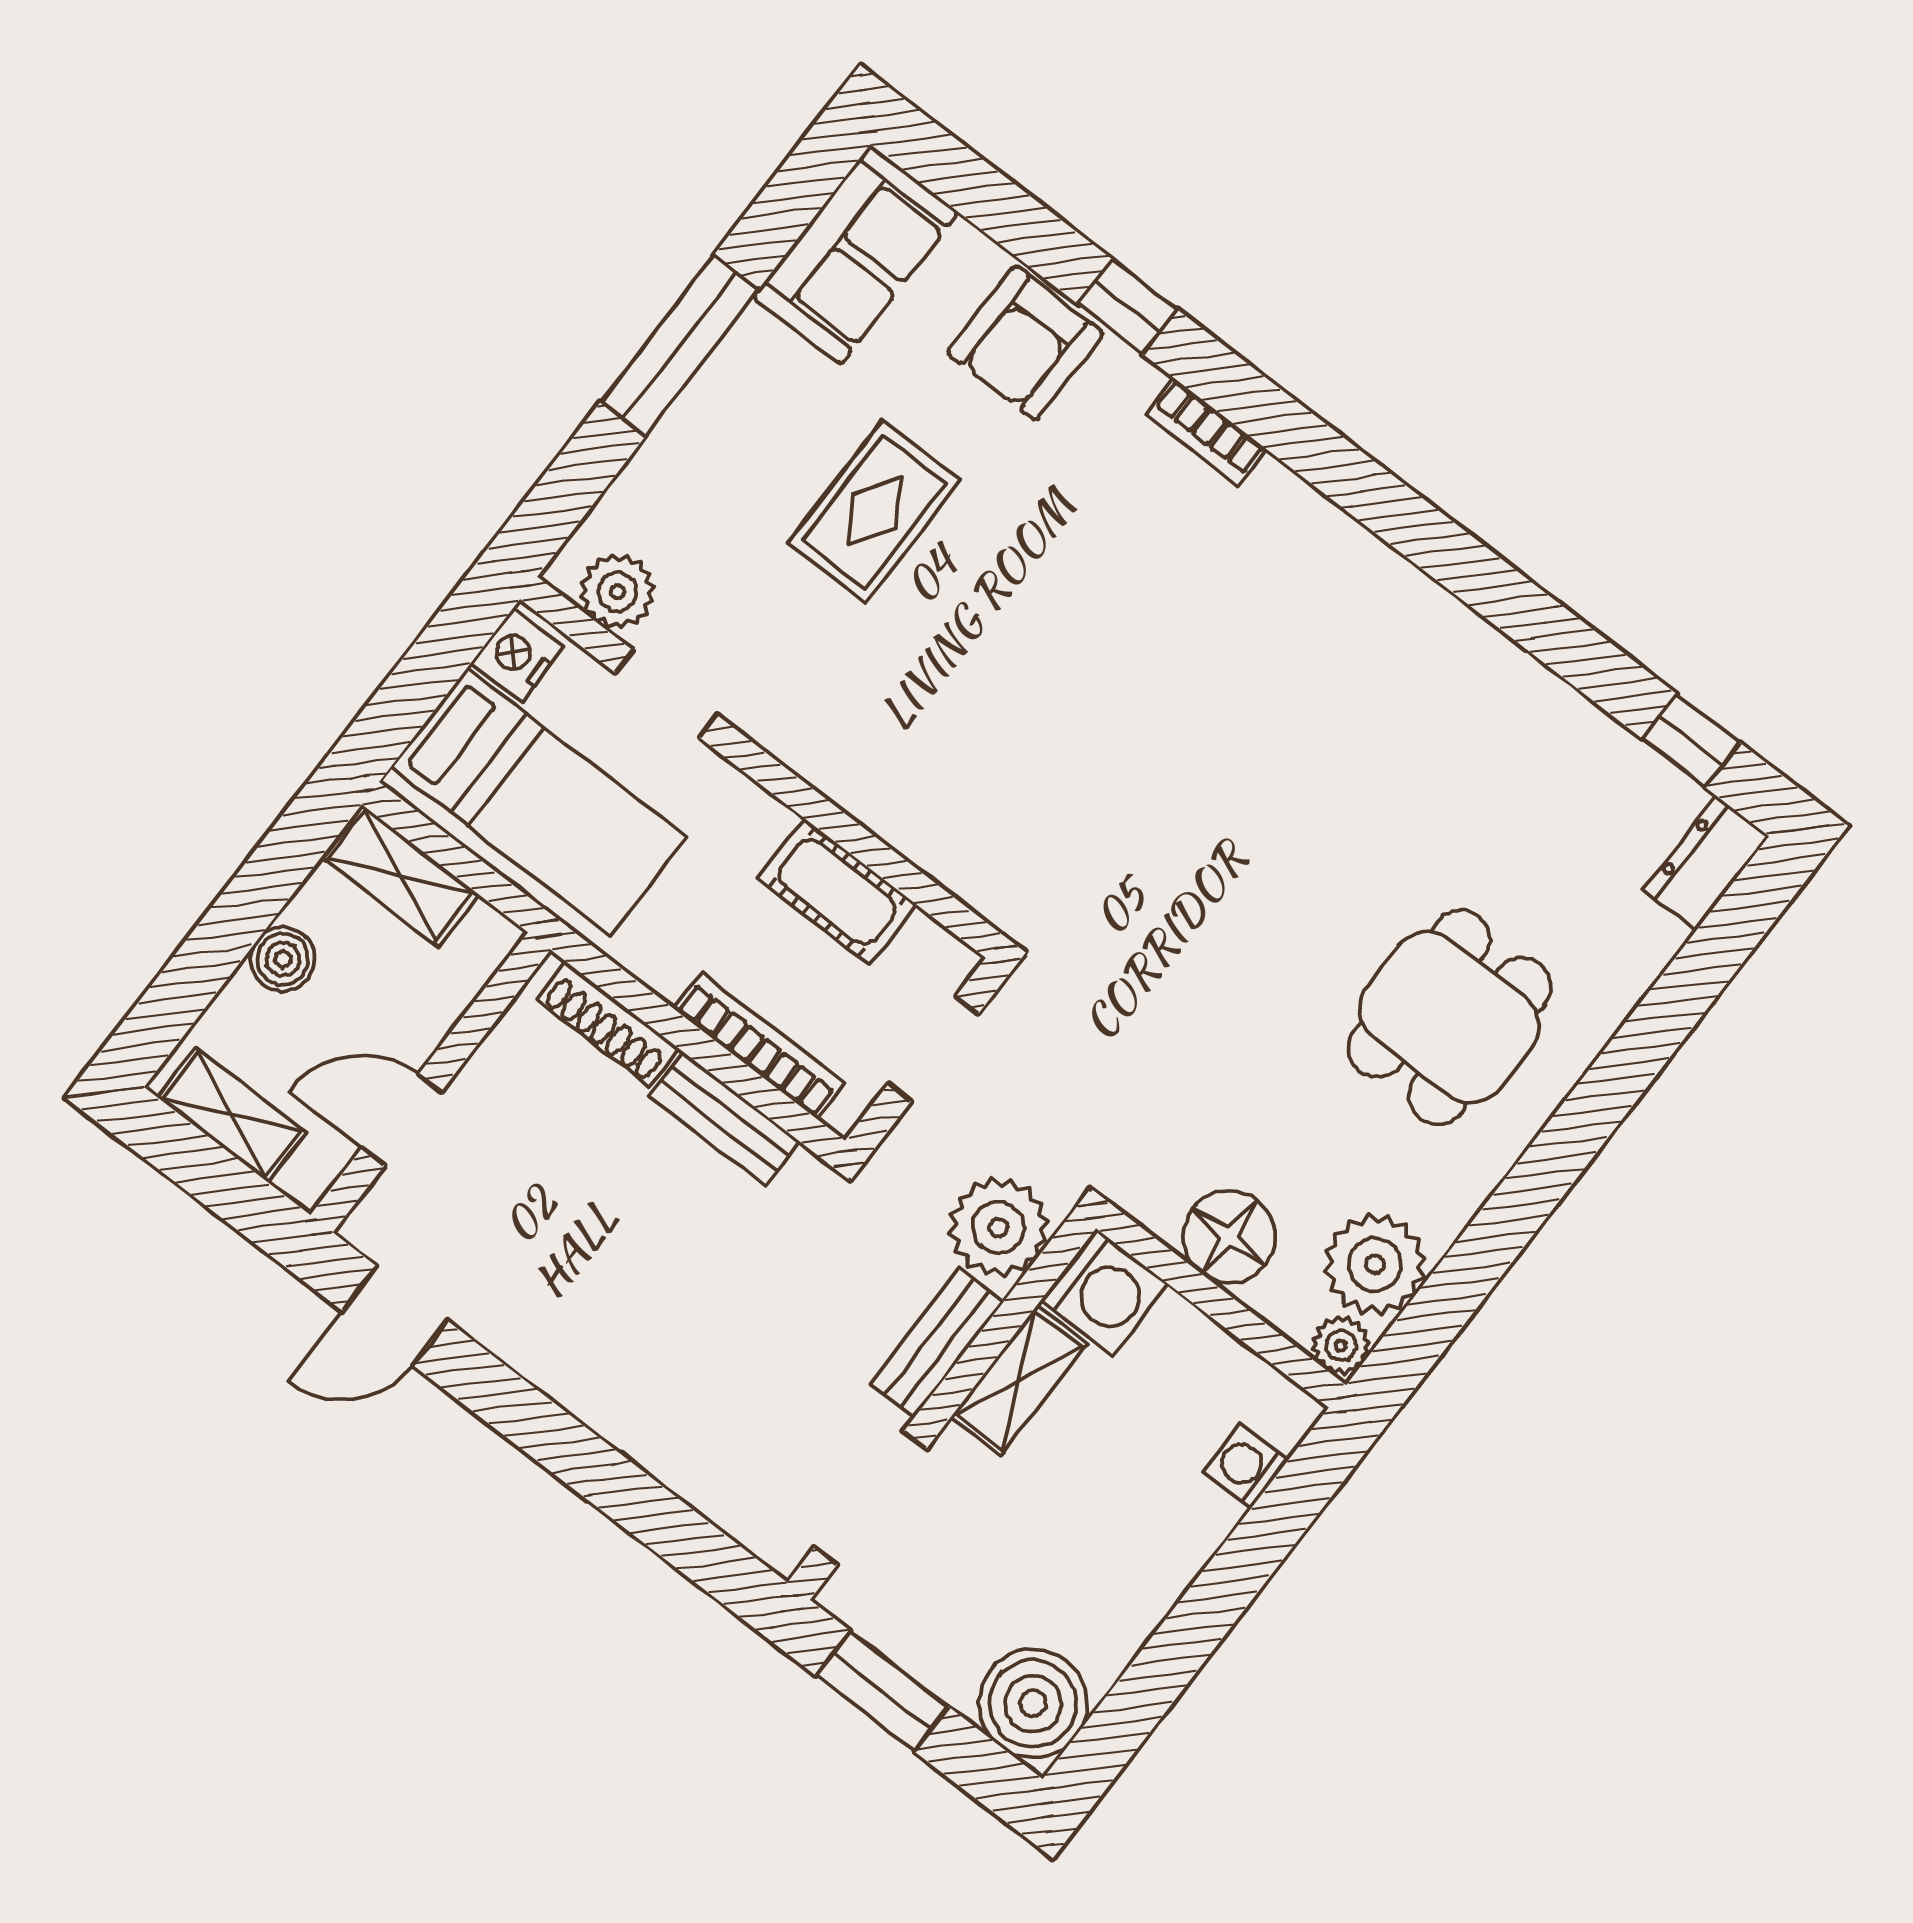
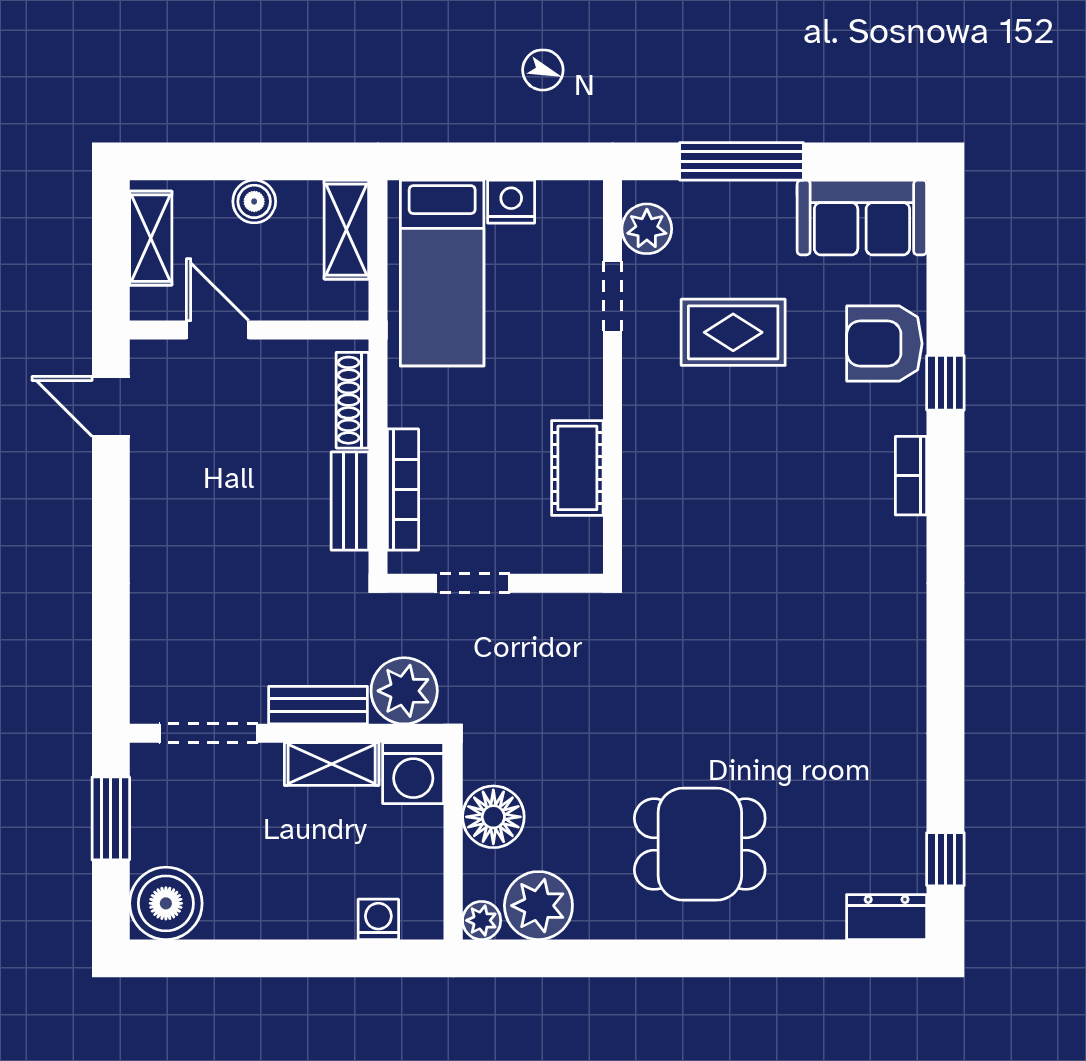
plant: (617, 592) -> (647, 229), moved
doorway: (666, 694) -> (613, 296), moved
wall: (761, 767) -> (613, 377), moved
cot: (837, 892) -> (577, 468), moved

